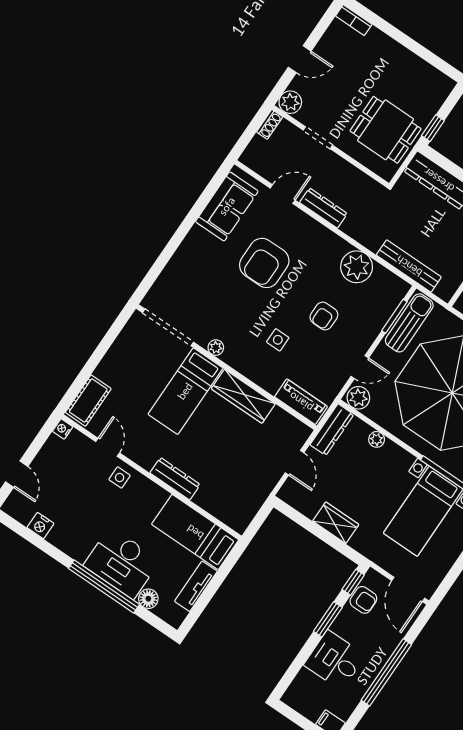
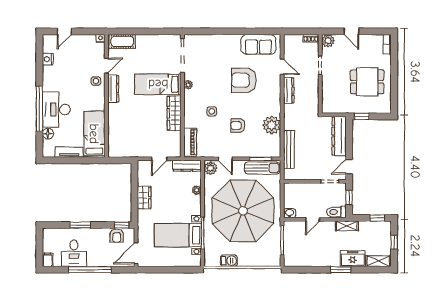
dining table: (386, 130) -> (367, 82), moved, turned 90
dresser: (175, 479) -> (113, 89), moved
window: (328, 619) -> (80, 225), moved
desk: (335, 660) -> (74, 253), moved, turned 180

